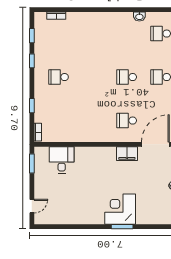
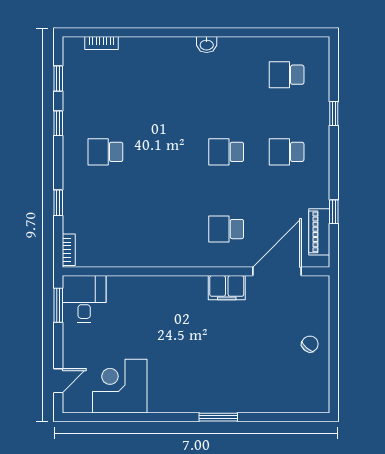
washbasin: (139, 17) -> (207, 45), moved
desk: (62, 160) -> (84, 299), moved
corner desk: (120, 209) -> (120, 386), moved

